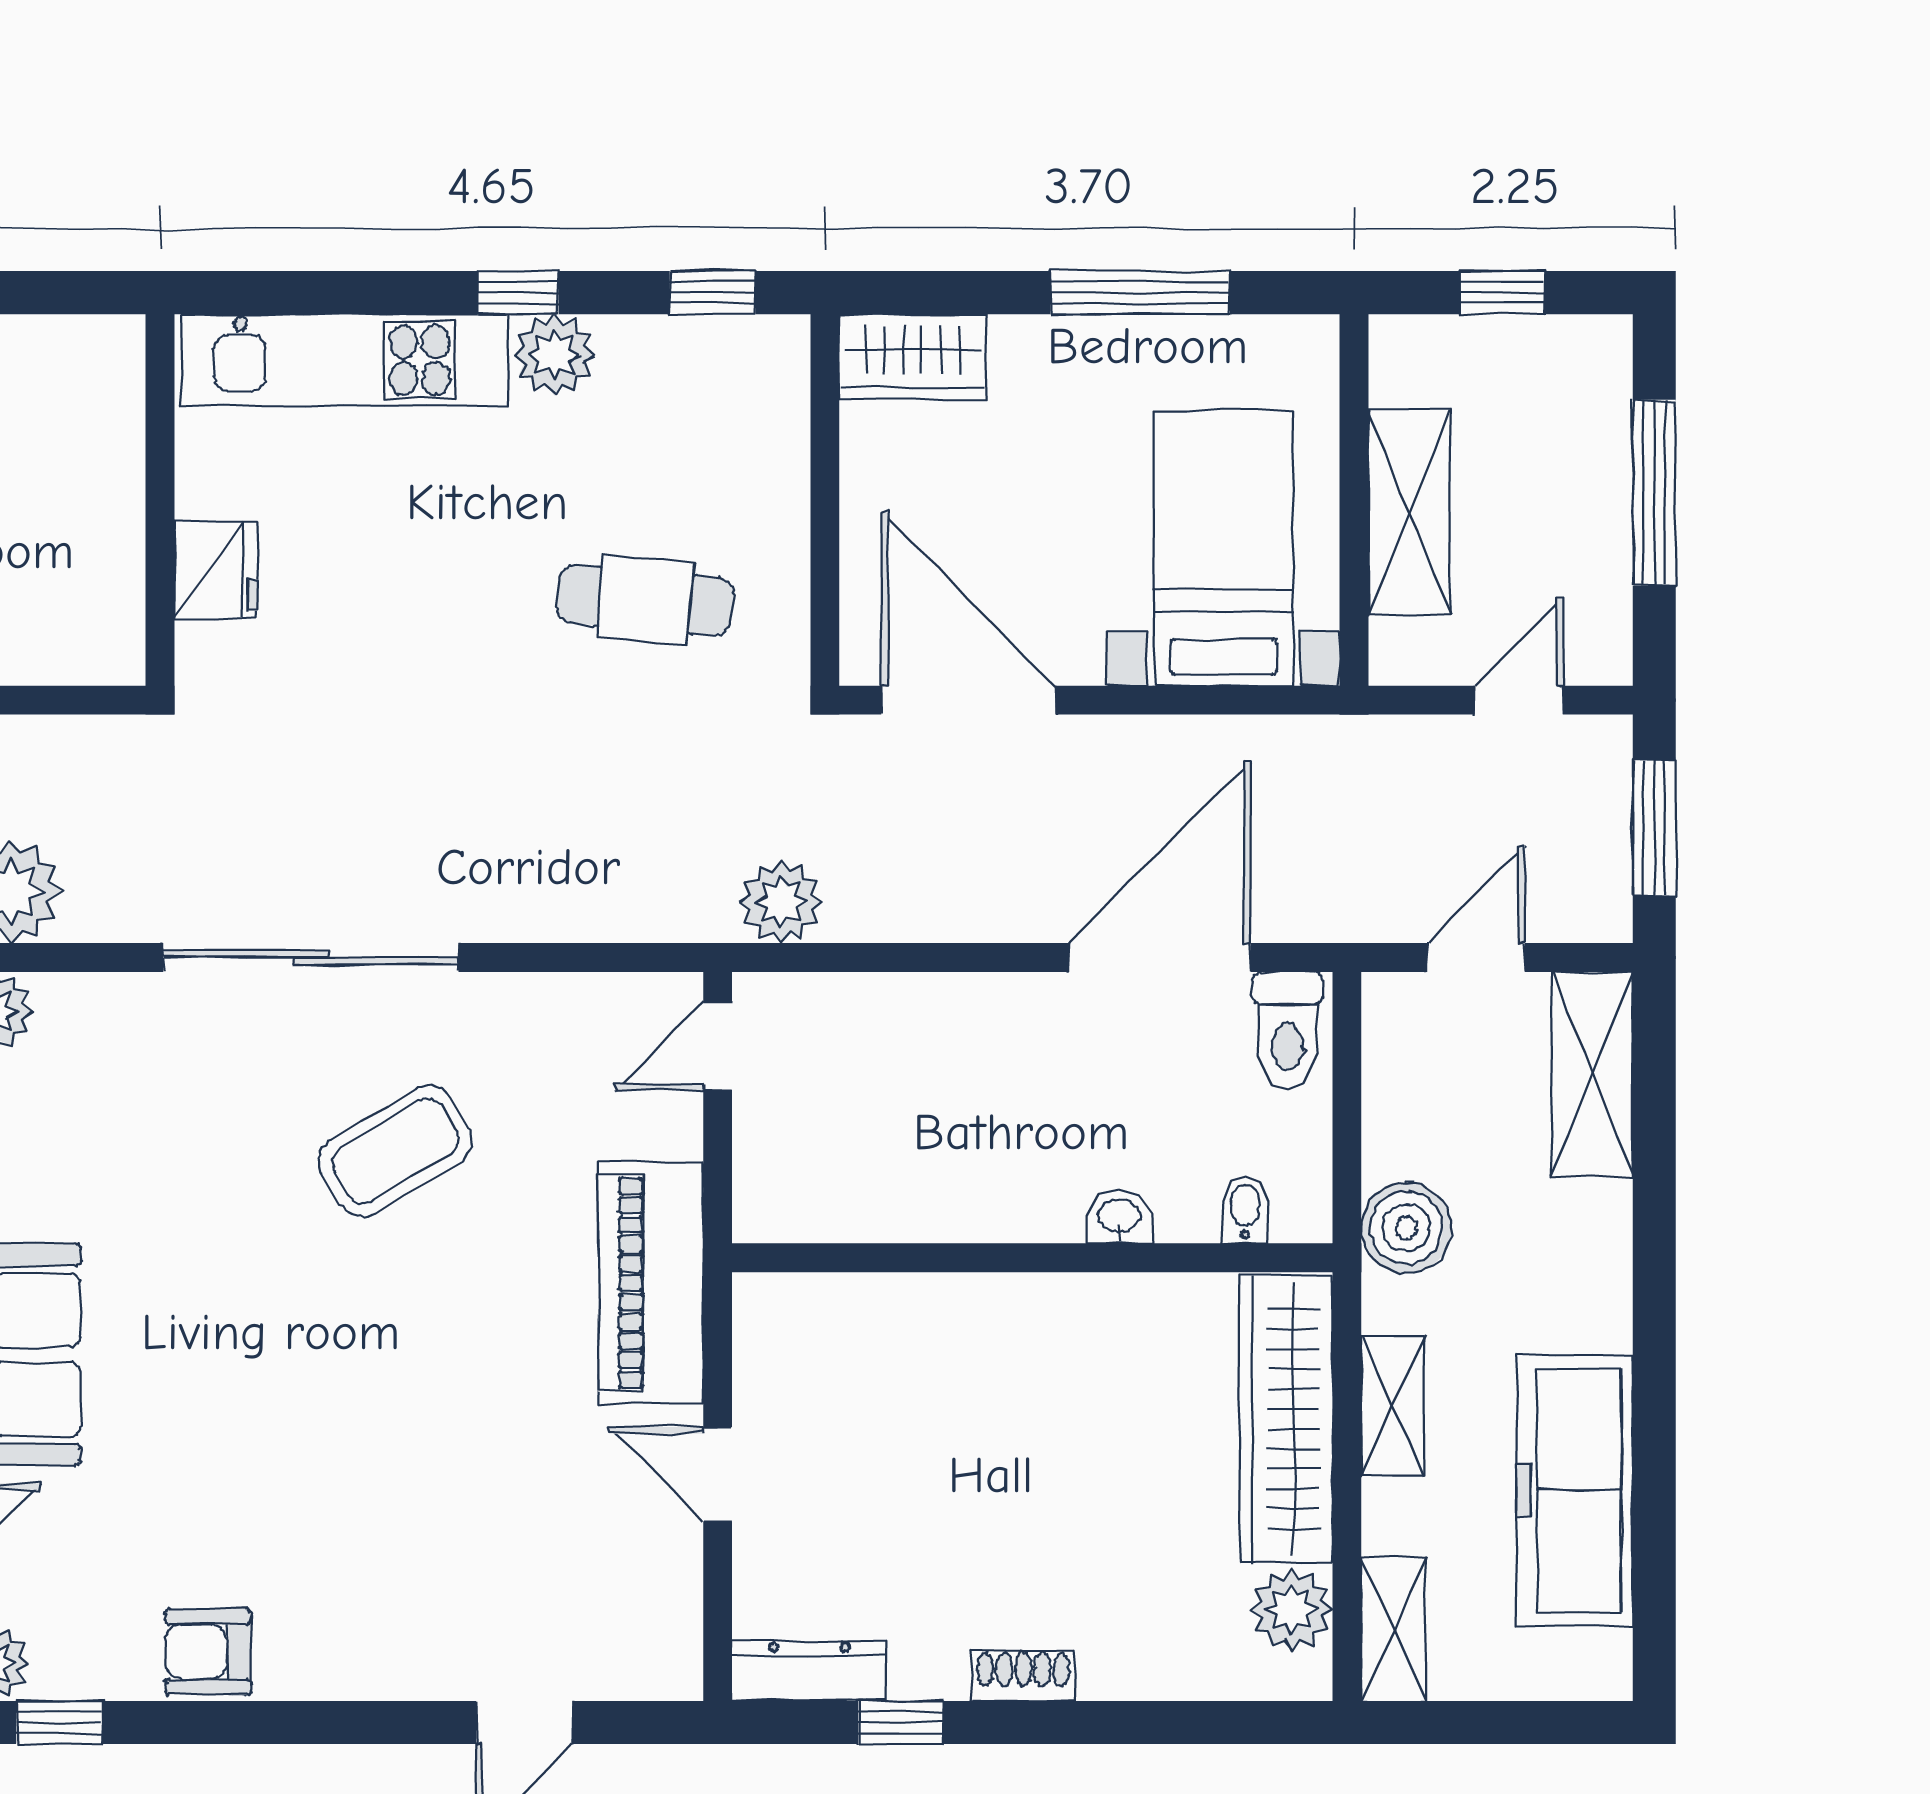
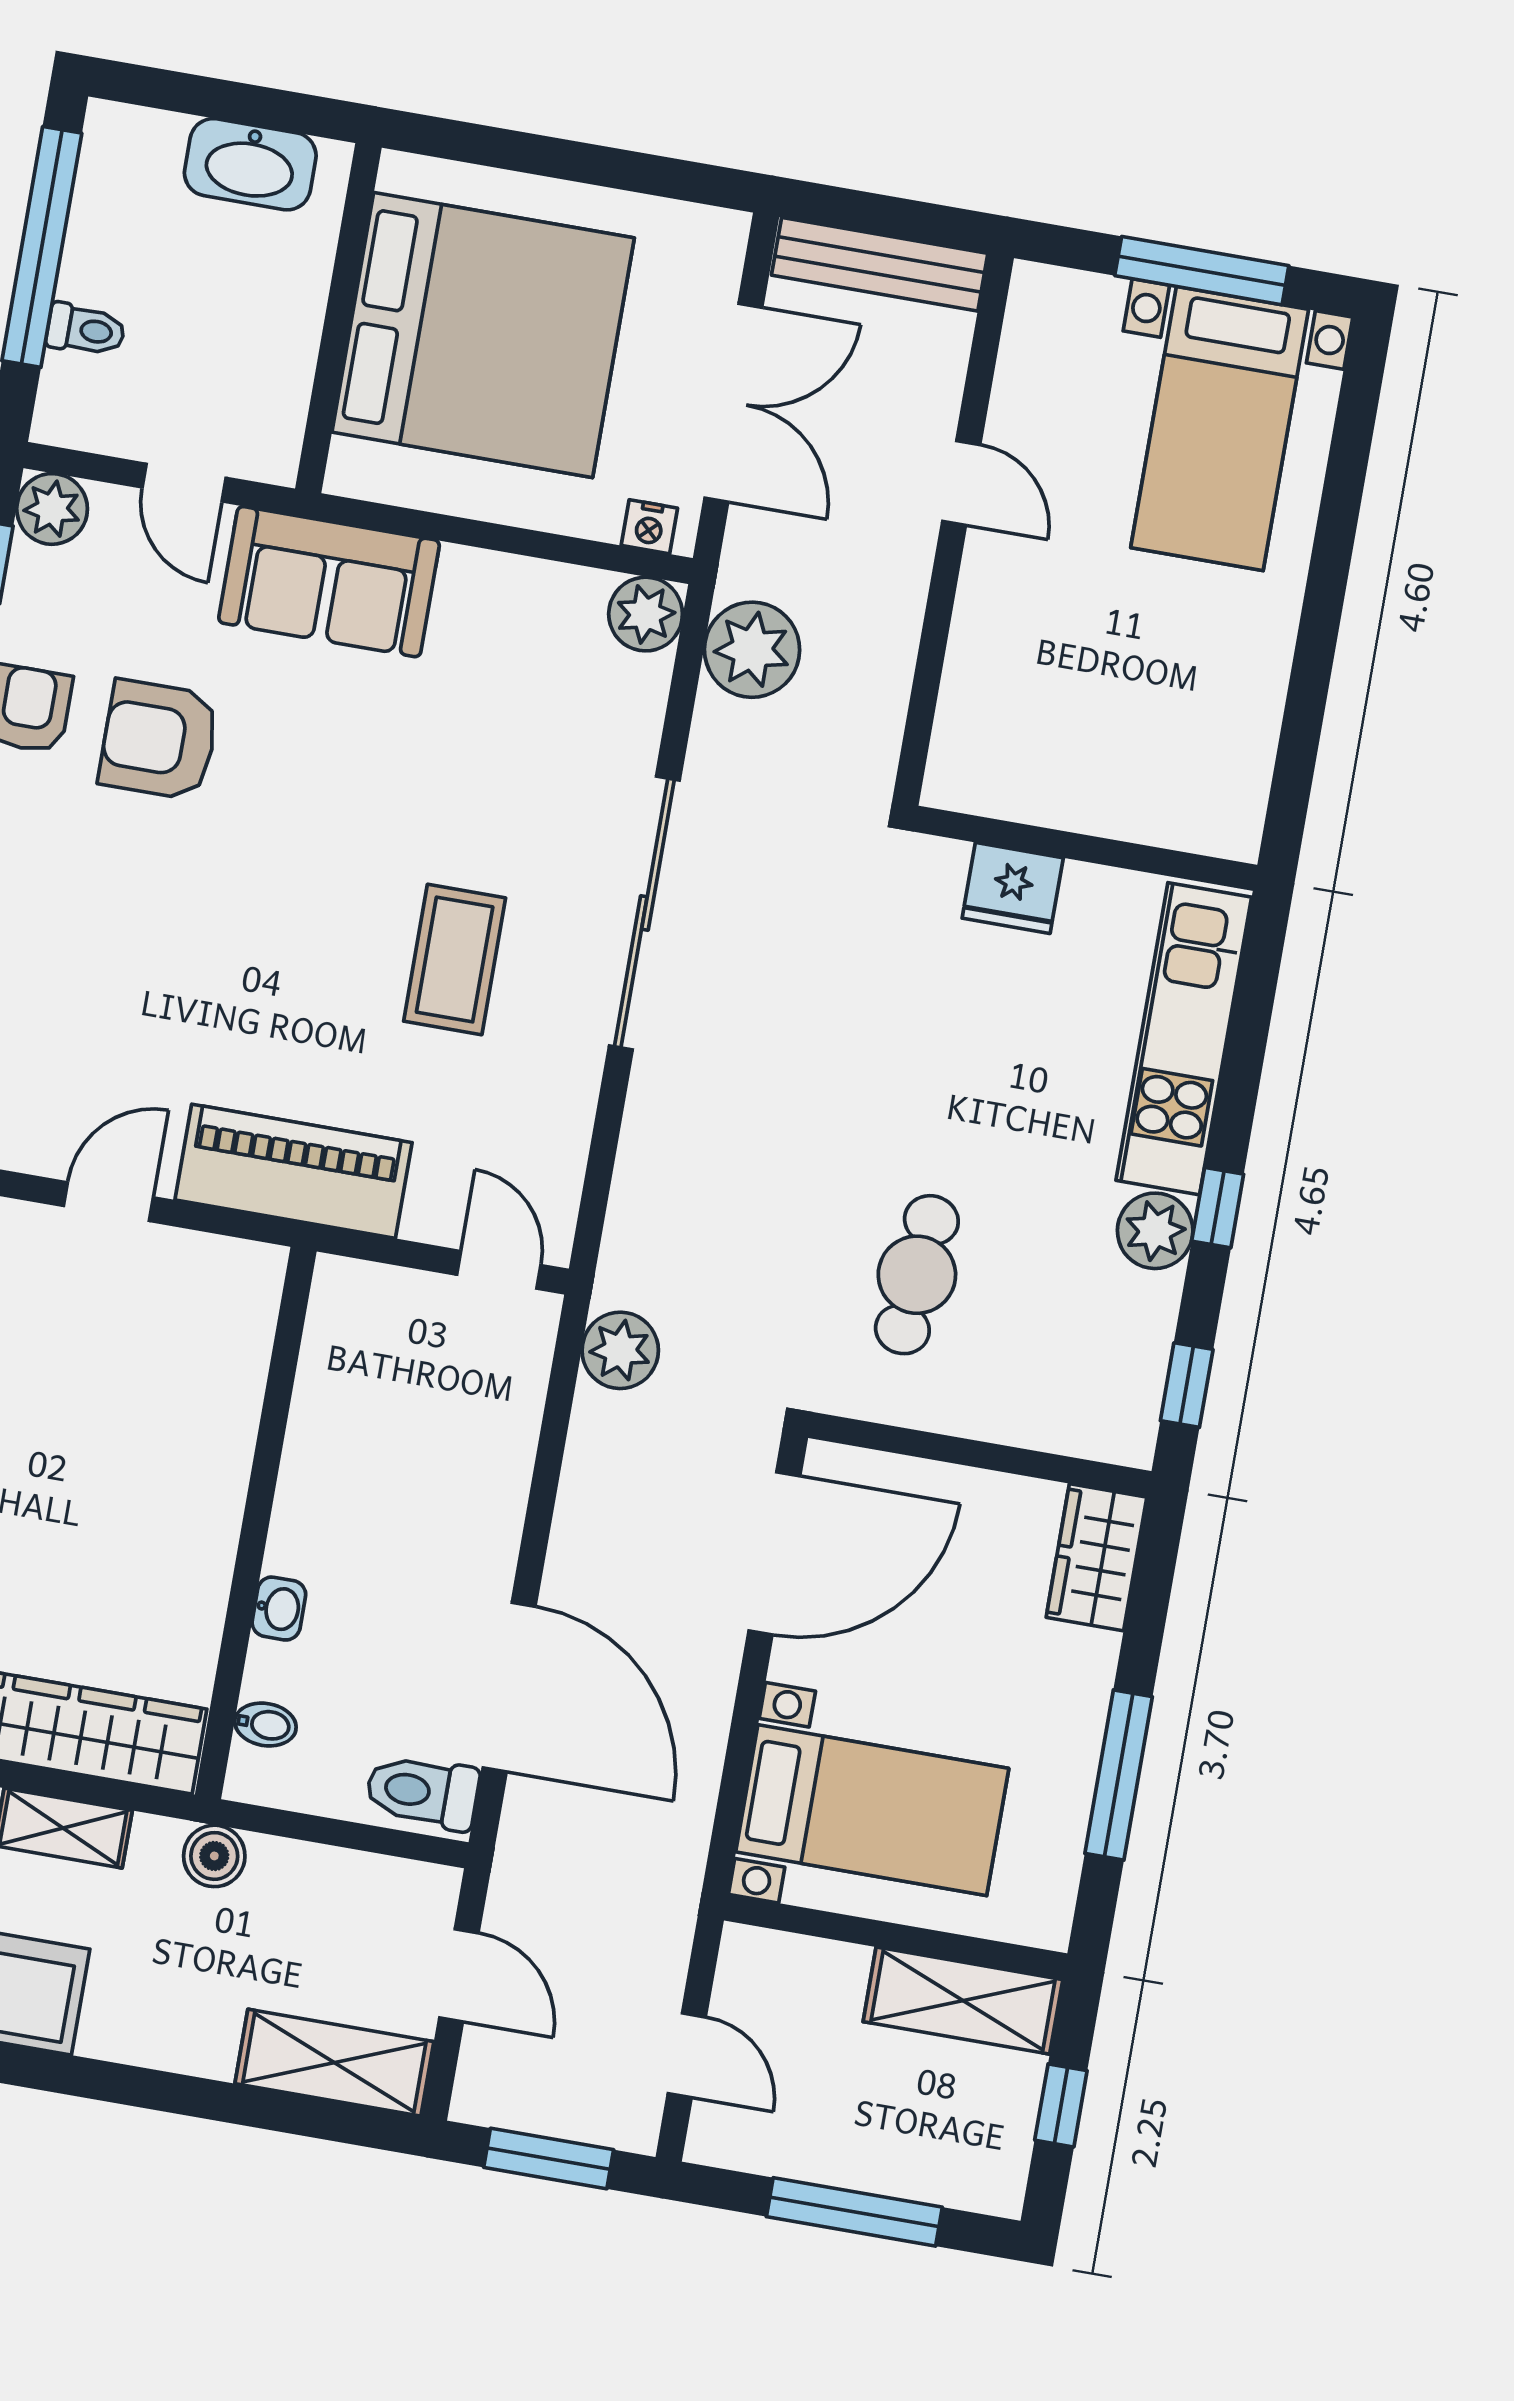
shelving: (1409, 512) -> (963, 2001), moved
coffee table: (396, 1151) -> (455, 960), turned 31
boiler: (1406, 1228) -> (214, 1856), width x0.73, depth x0.73
armchair: (217, 1506) -> (159, 740), added

